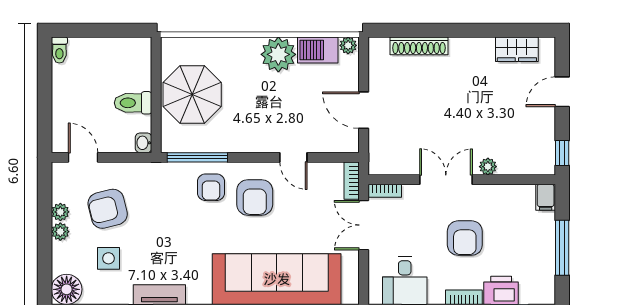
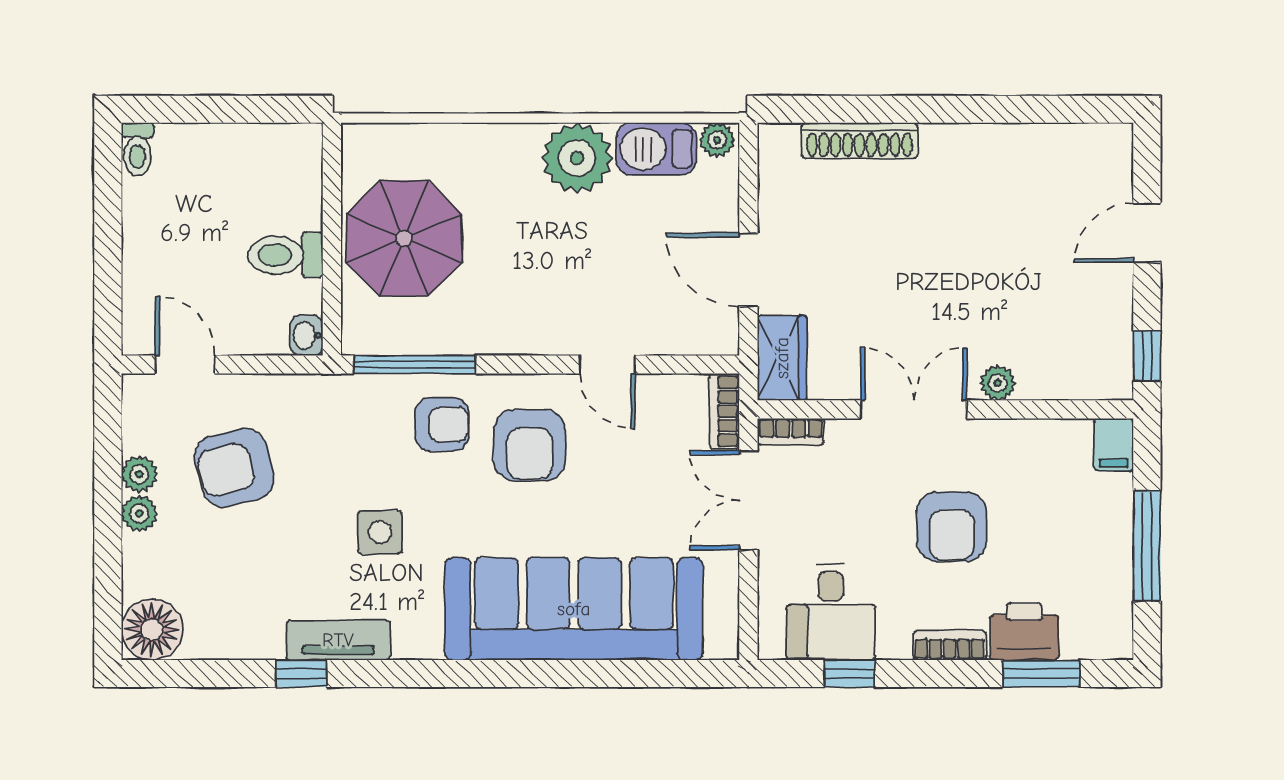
wardrobe: (517, 49) -> (782, 358), moved, turned -90
armchair: (211, 187) -> (442, 424), turned -90
side table: (108, 258) -> (380, 532), moved

